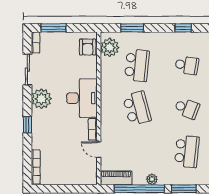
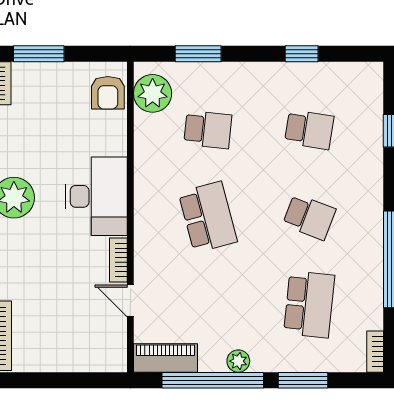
school desk: (137, 65) -> (208, 130), width x0.54

